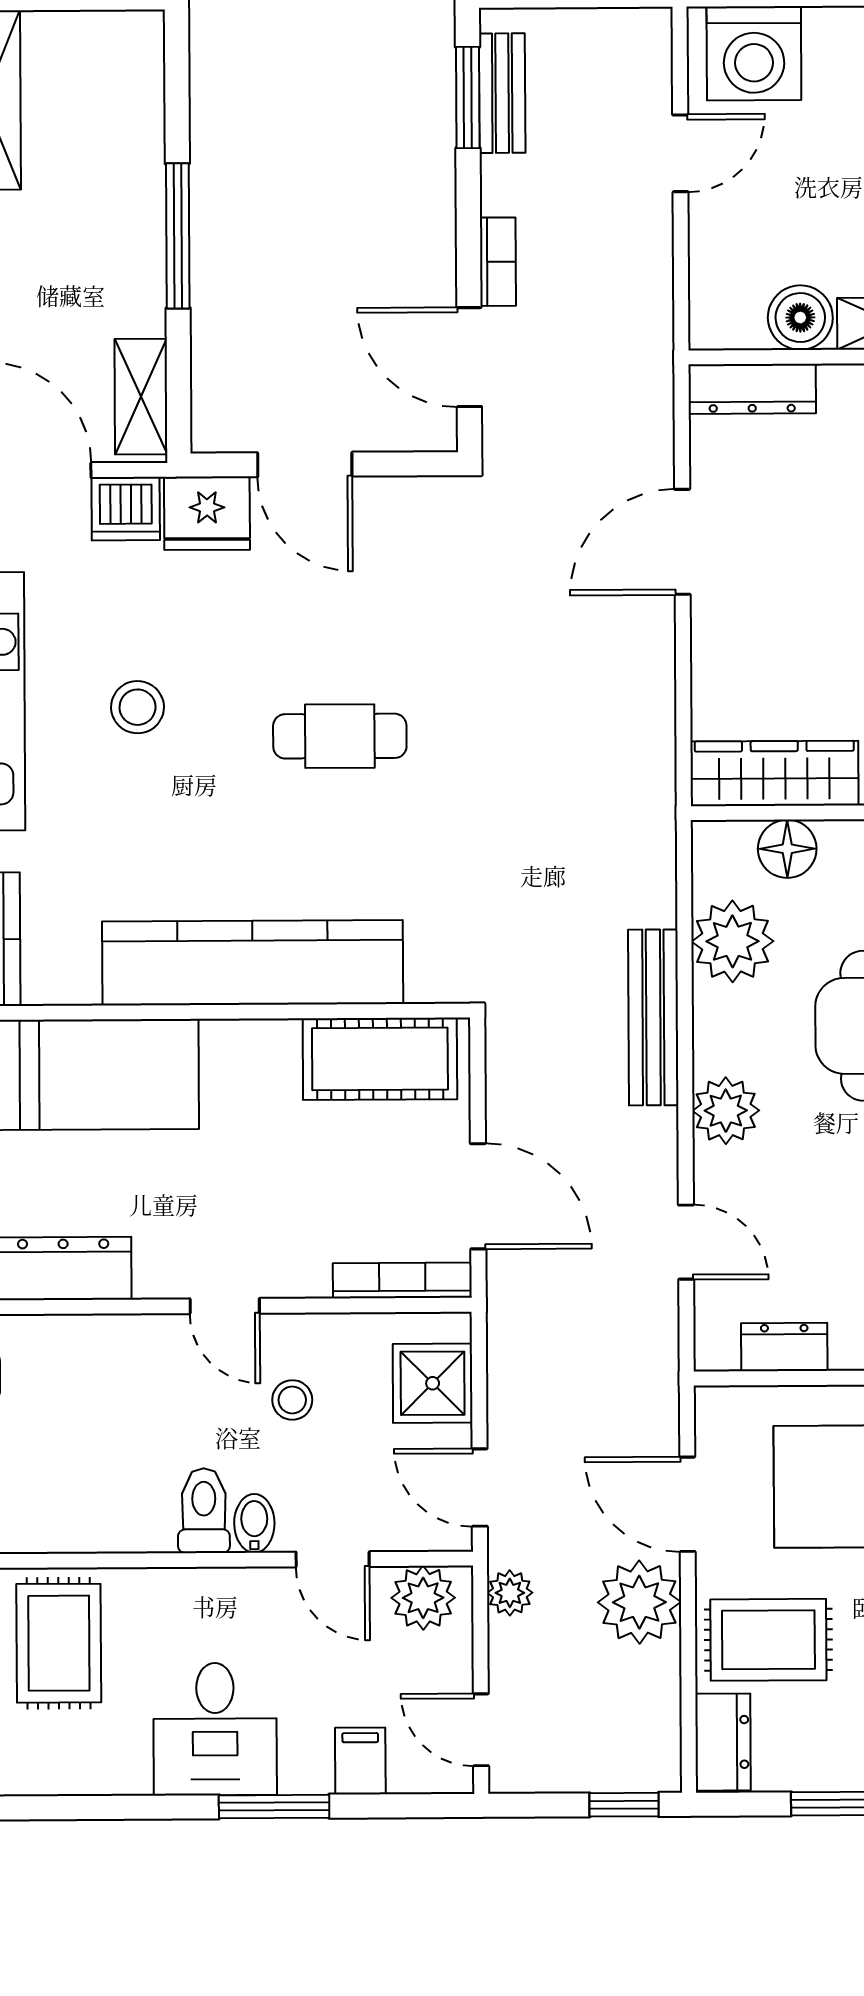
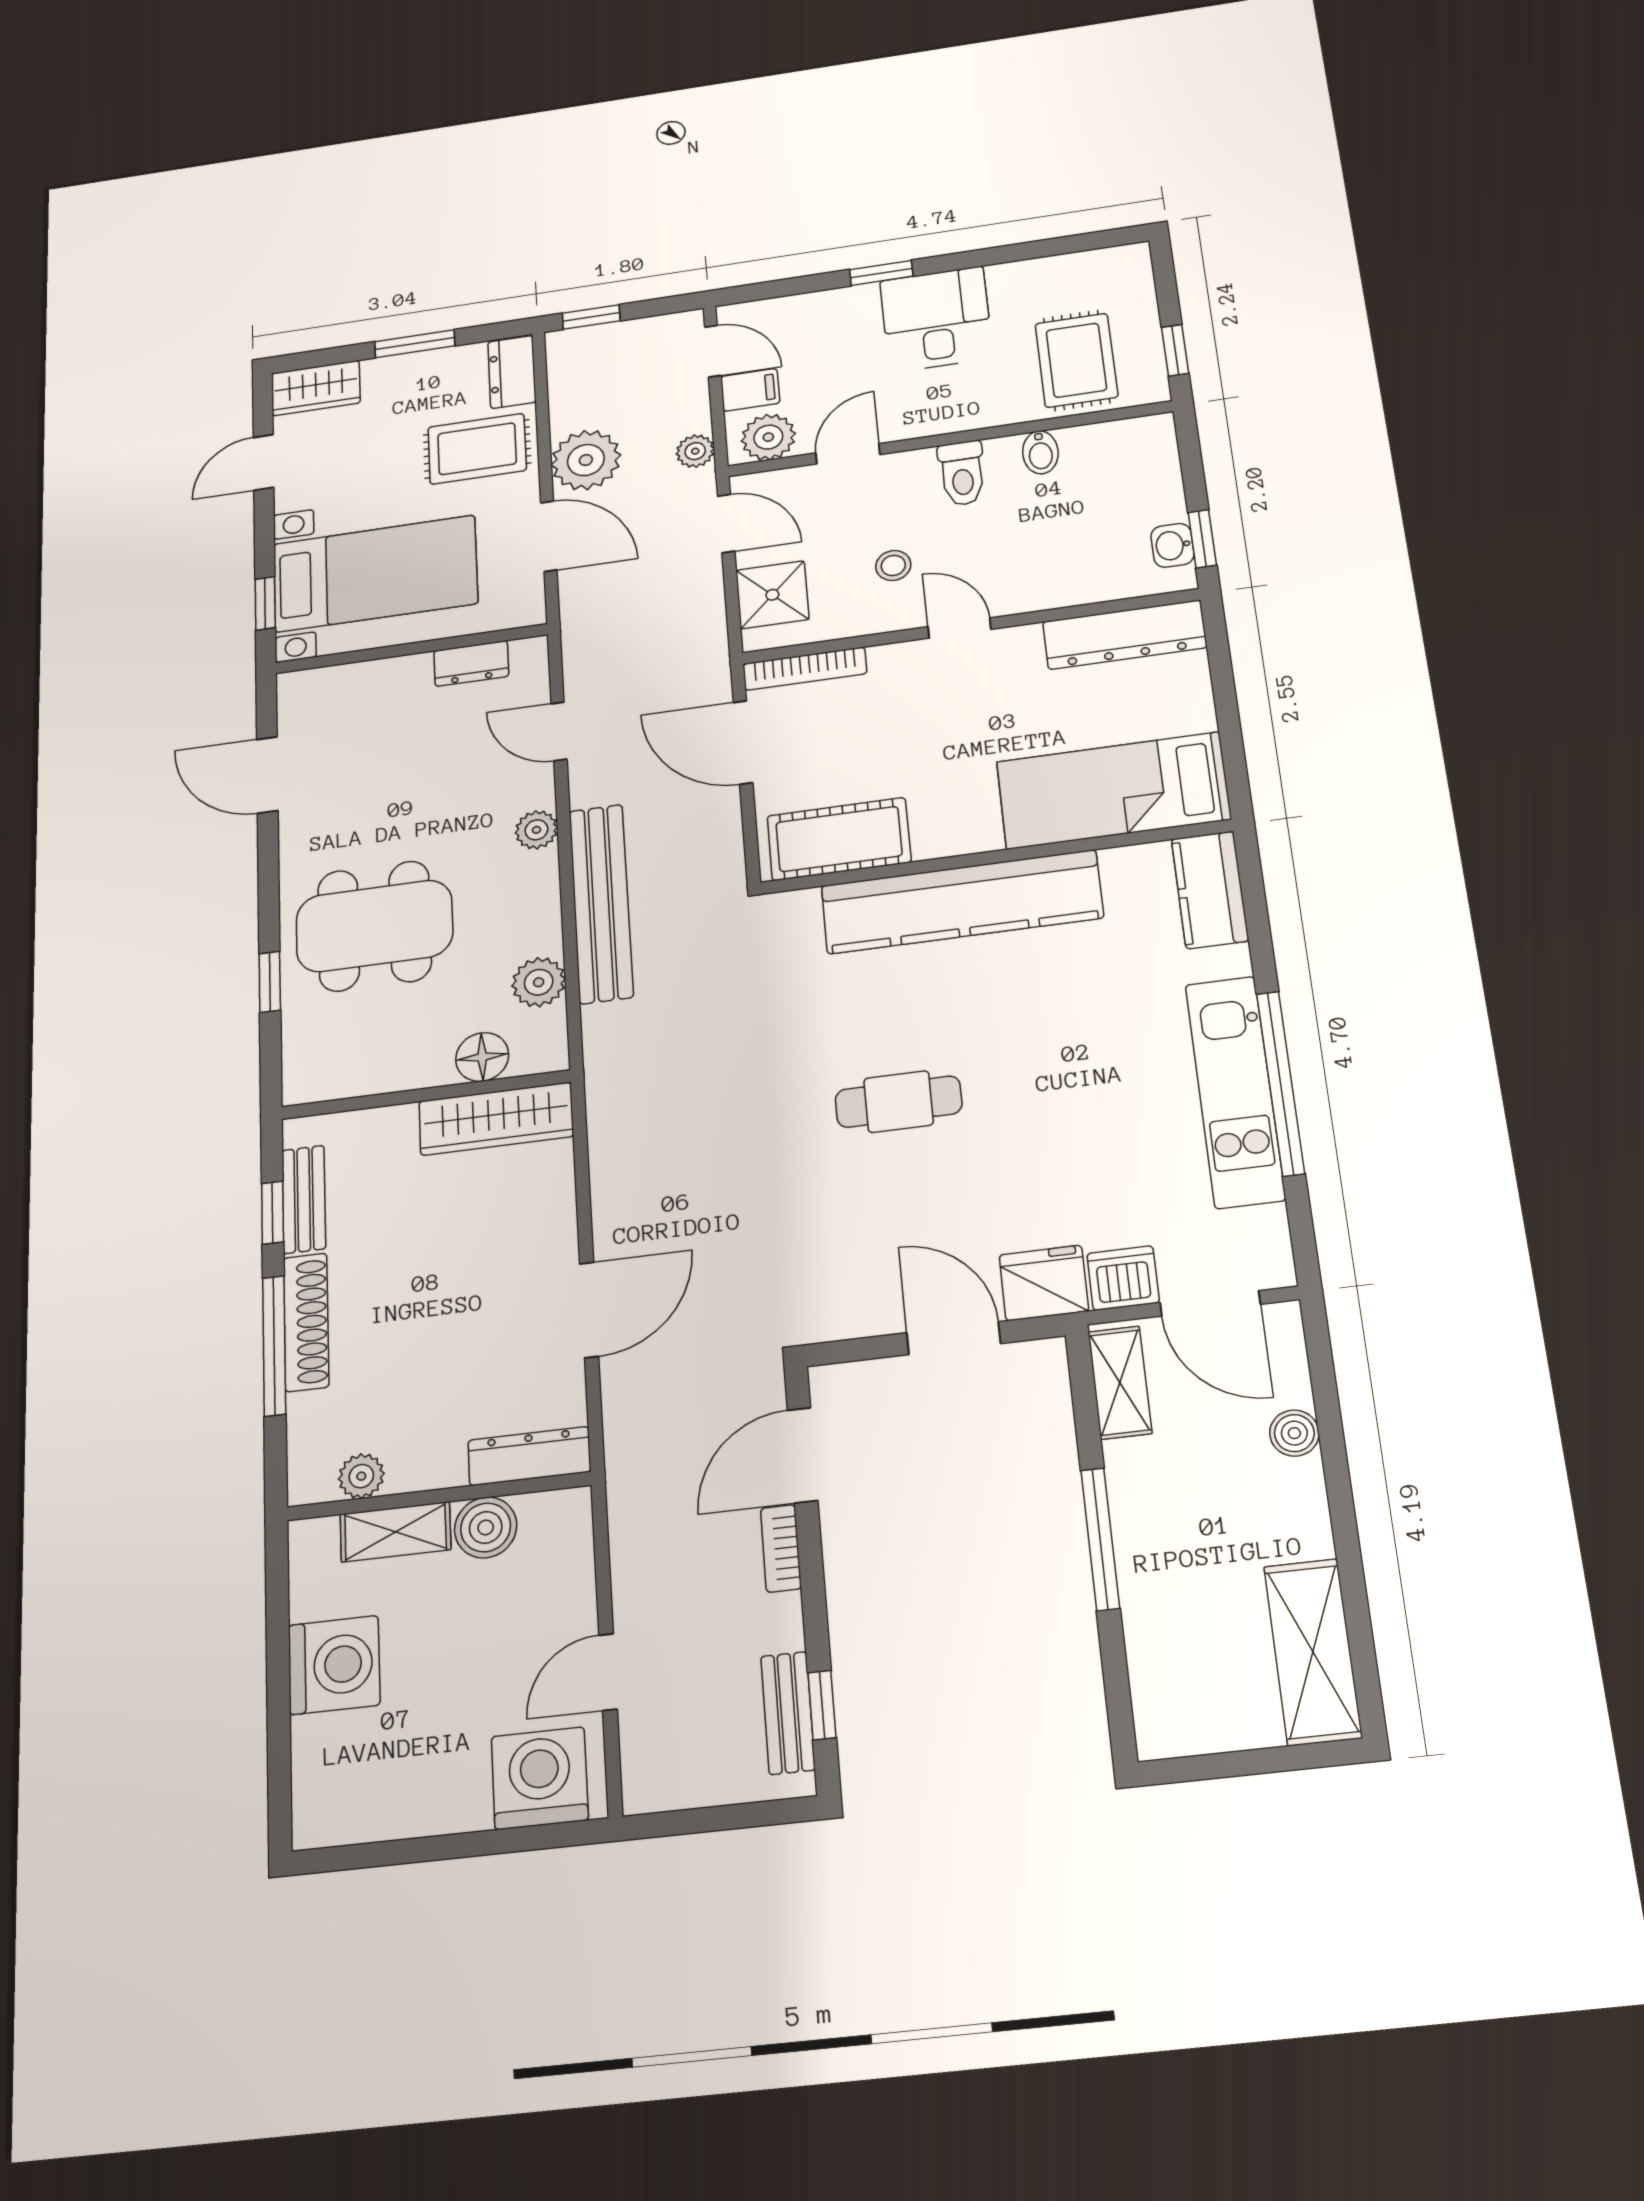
window: (468, 97) -> (822, 1705), width x0.67
door: (469, 357) -> (803, 1455), swing flipped
stool: (138, 707) -> (1092, 1103), removed
plant: (732, 941) -> (539, 982), width x0.73, depth x0.73
bench: (653, 1017) -> (601, 903), width x1.37, depth x1.21
plant: (726, 1111) -> (536, 830), width x0.73, depth x0.73
bidet: (254, 1523) -> (1040, 452), moved
door: (333, 1559) -> (848, 454), hinge flipped
filing cabinet: (360, 1761) -> (750, 390), moved, turned -90
window: (274, 1807) -> (881, 273), width x0.67

